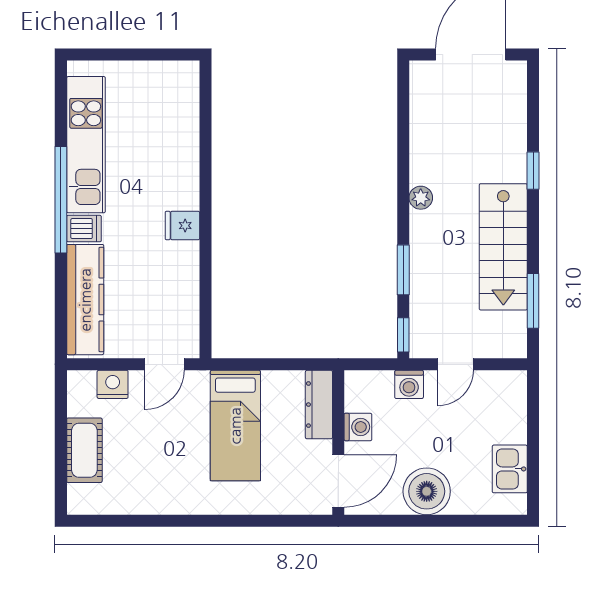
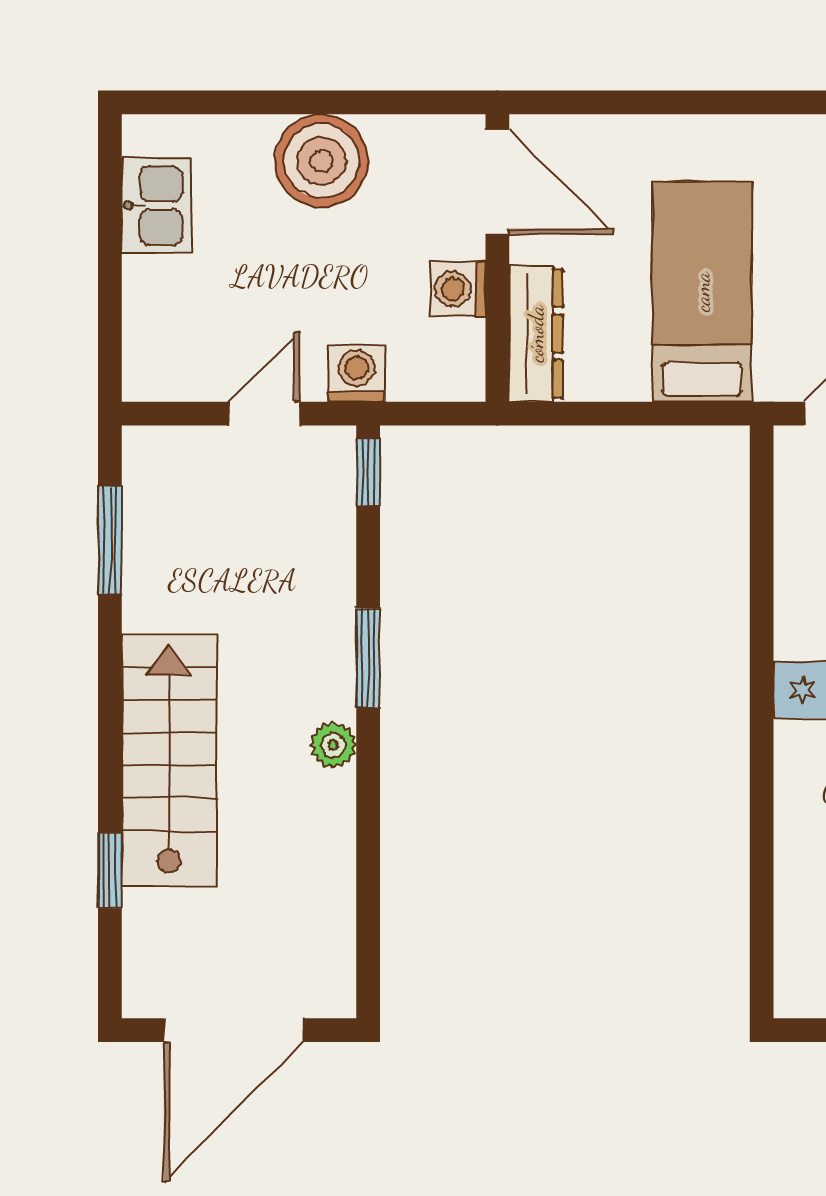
window: (533, 171) -> (110, 871), moved
stairs: (503, 247) -> (169, 760), moved
window: (403, 270) -> (368, 658), moved
door: (338, 481) -> (497, 182), swing flipped

